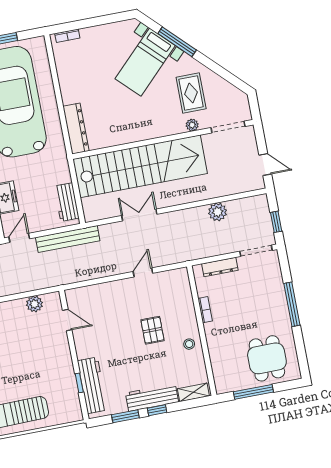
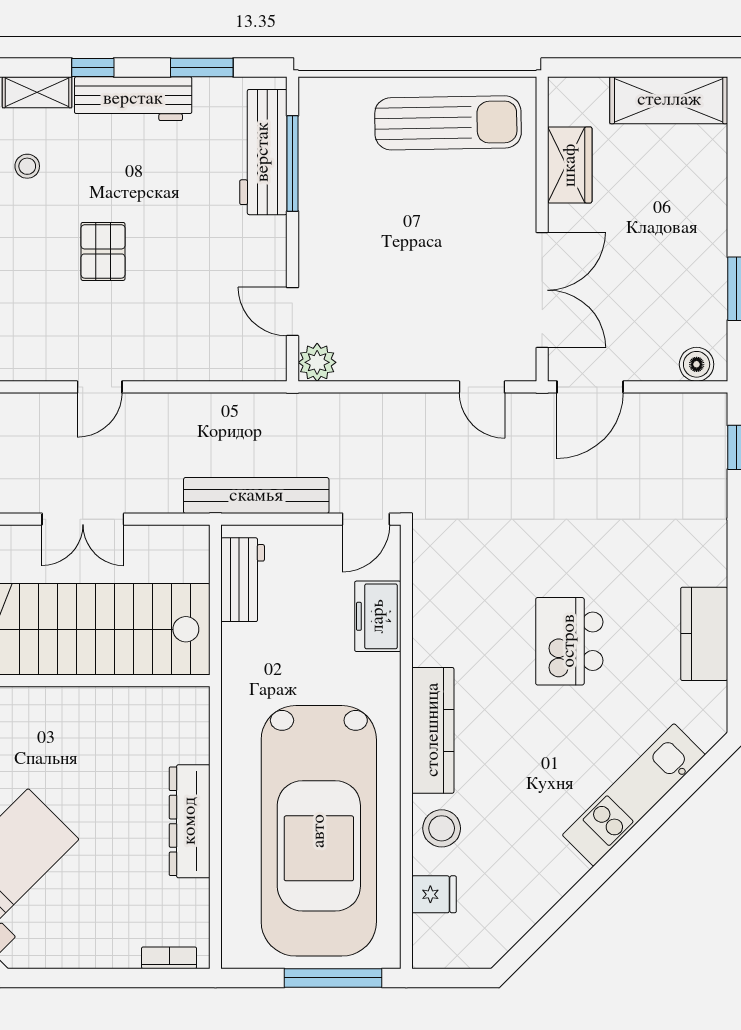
dresser: (76, 129) -> (190, 821), moved
plant: (34, 304) -> (317, 362), moved
stool: (189, 344) -> (27, 166), moved
window: (79, 383) -> (292, 163), width x2.17
window: (157, 410) -> (93, 68), moved

